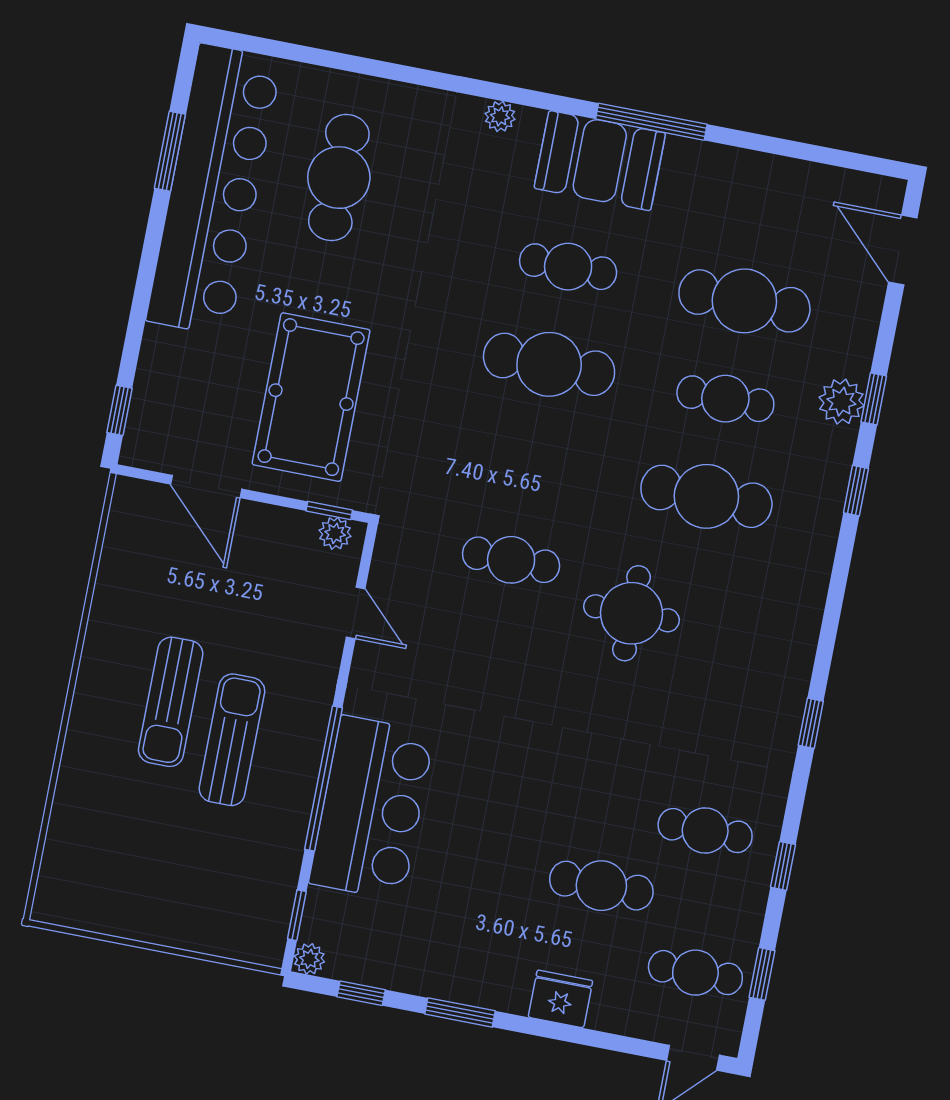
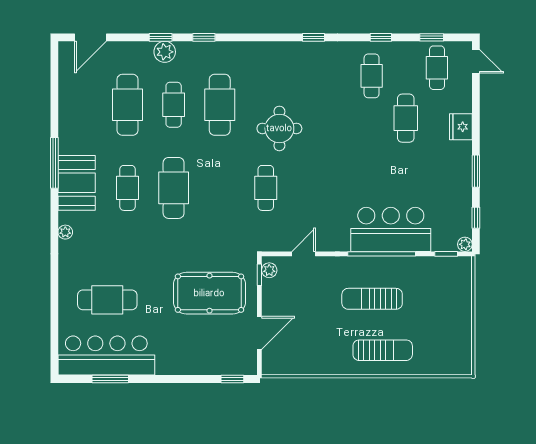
bar counter: (214, 190) -> (106, 356), width x0.73
sun lounger: (171, 702) -> (383, 350), moved

